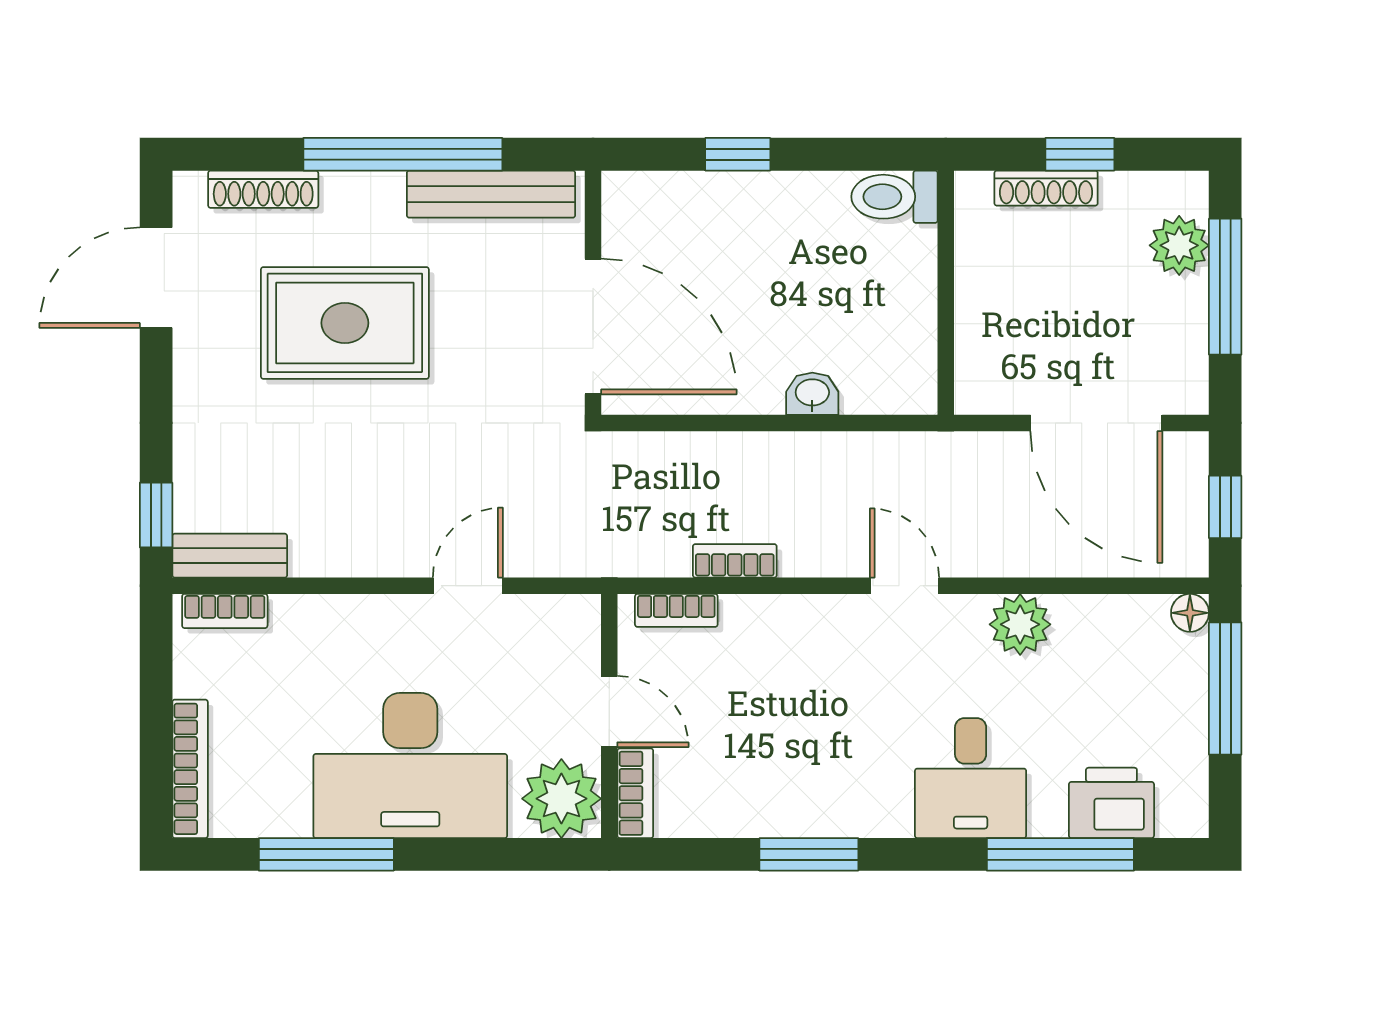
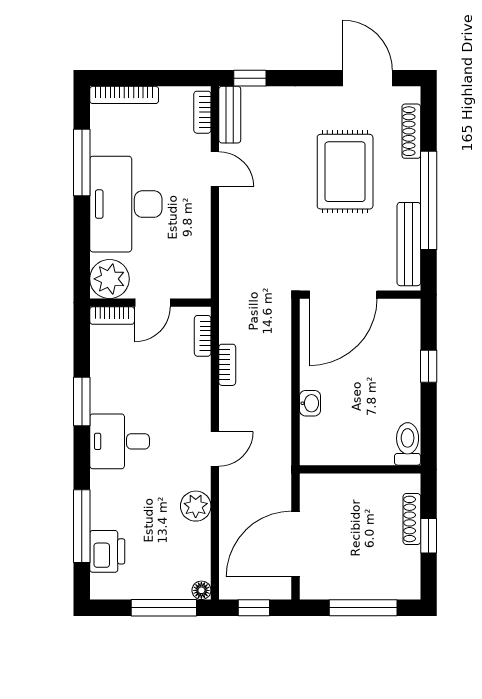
plant: (1179, 245) -> (383, 585), removed
door: (468, 586) -> (215, 169), moved
desk: (971, 778) -> (120, 441), moved

